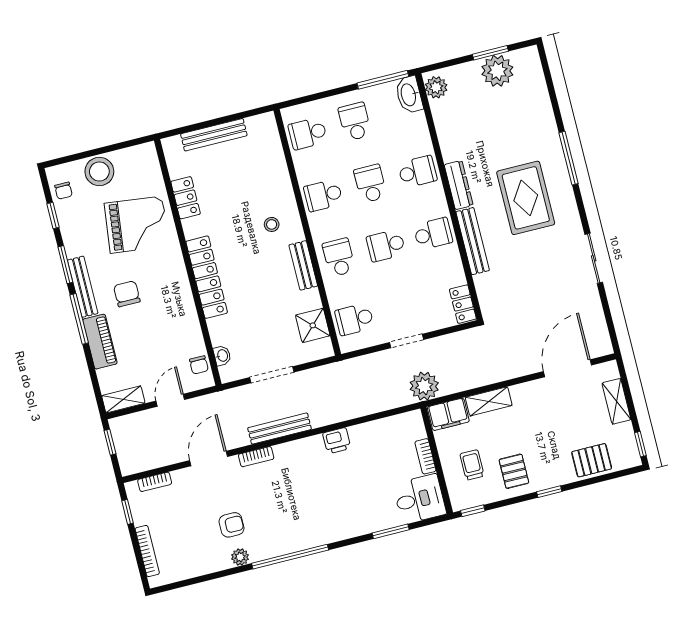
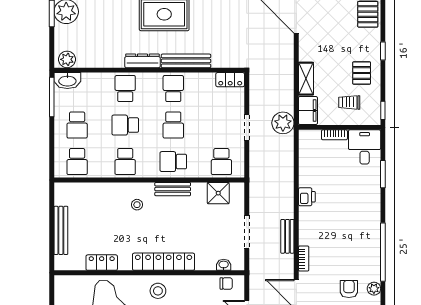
school desk: (355, 122) -> (77, 125), turned -90
stool: (167, 279) -> (158, 291), added
bench: (280, 429) -> (287, 236), width x0.73
pallet: (514, 471) -> (362, 73), turned 90

